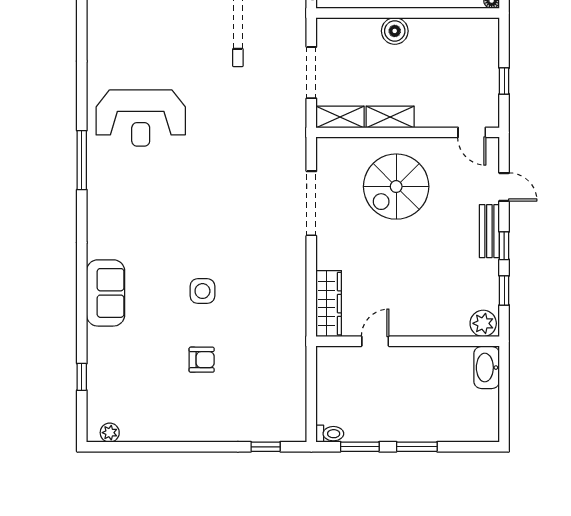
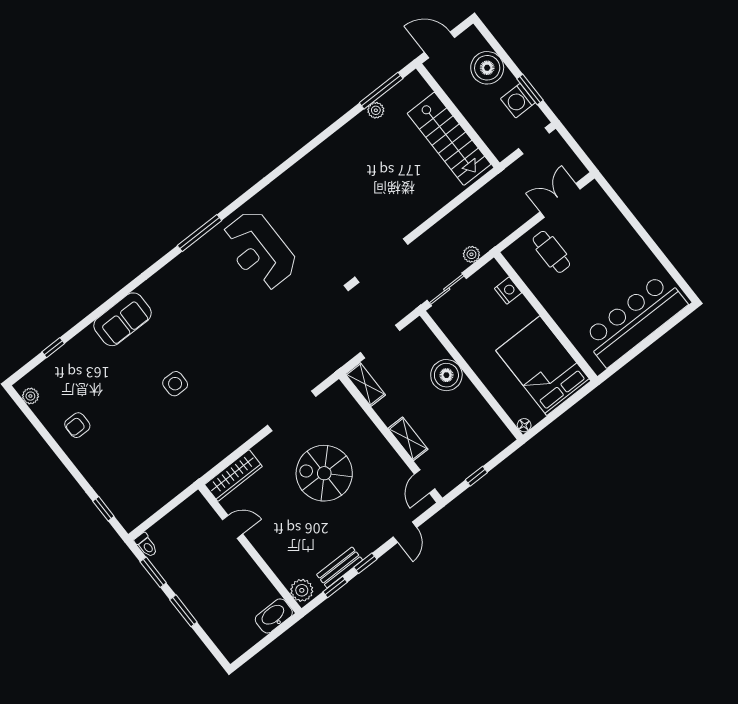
boiler: (395, 31) -> (446, 375), width x1.37, depth x1.37
shelving: (390, 117) -> (408, 439), moved
spiral stairs: (396, 187) -> (324, 473), moved
bench: (489, 231) -> (340, 567), moved
armchair: (202, 360) -> (77, 425), moved, turned 90

